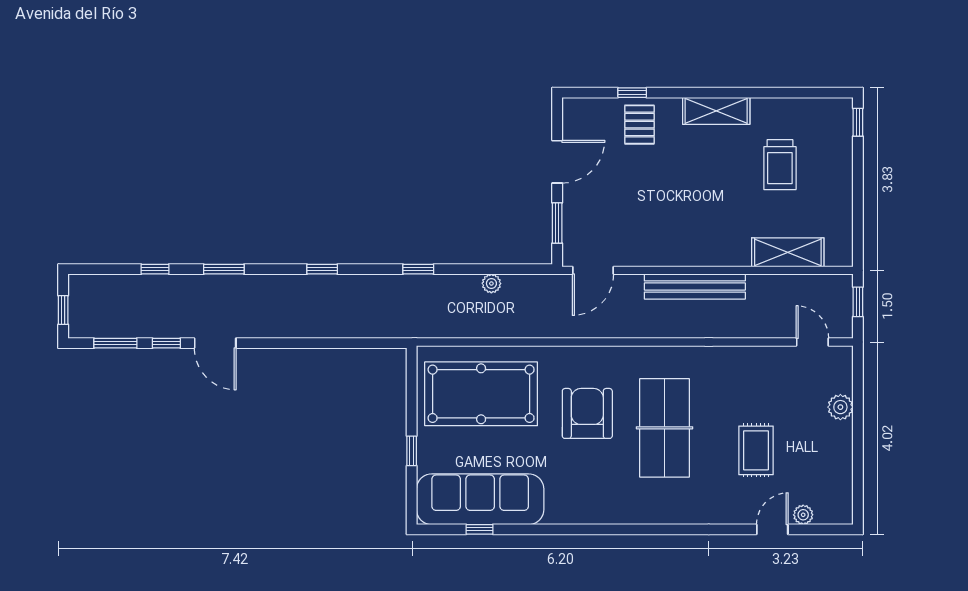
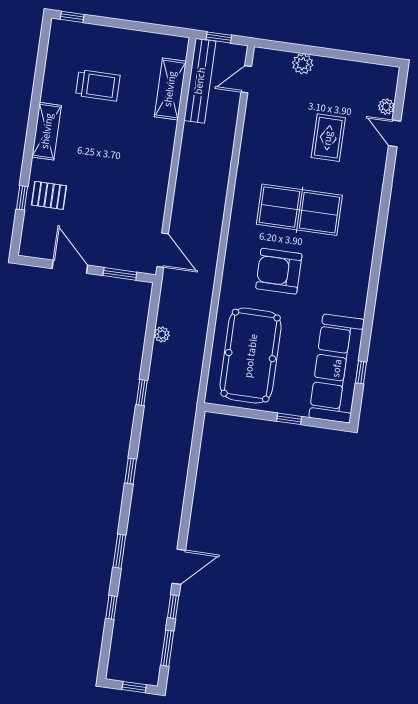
bench: (695, 287) -> (200, 81), moved
rug: (756, 450) -> (328, 138), turned 90

